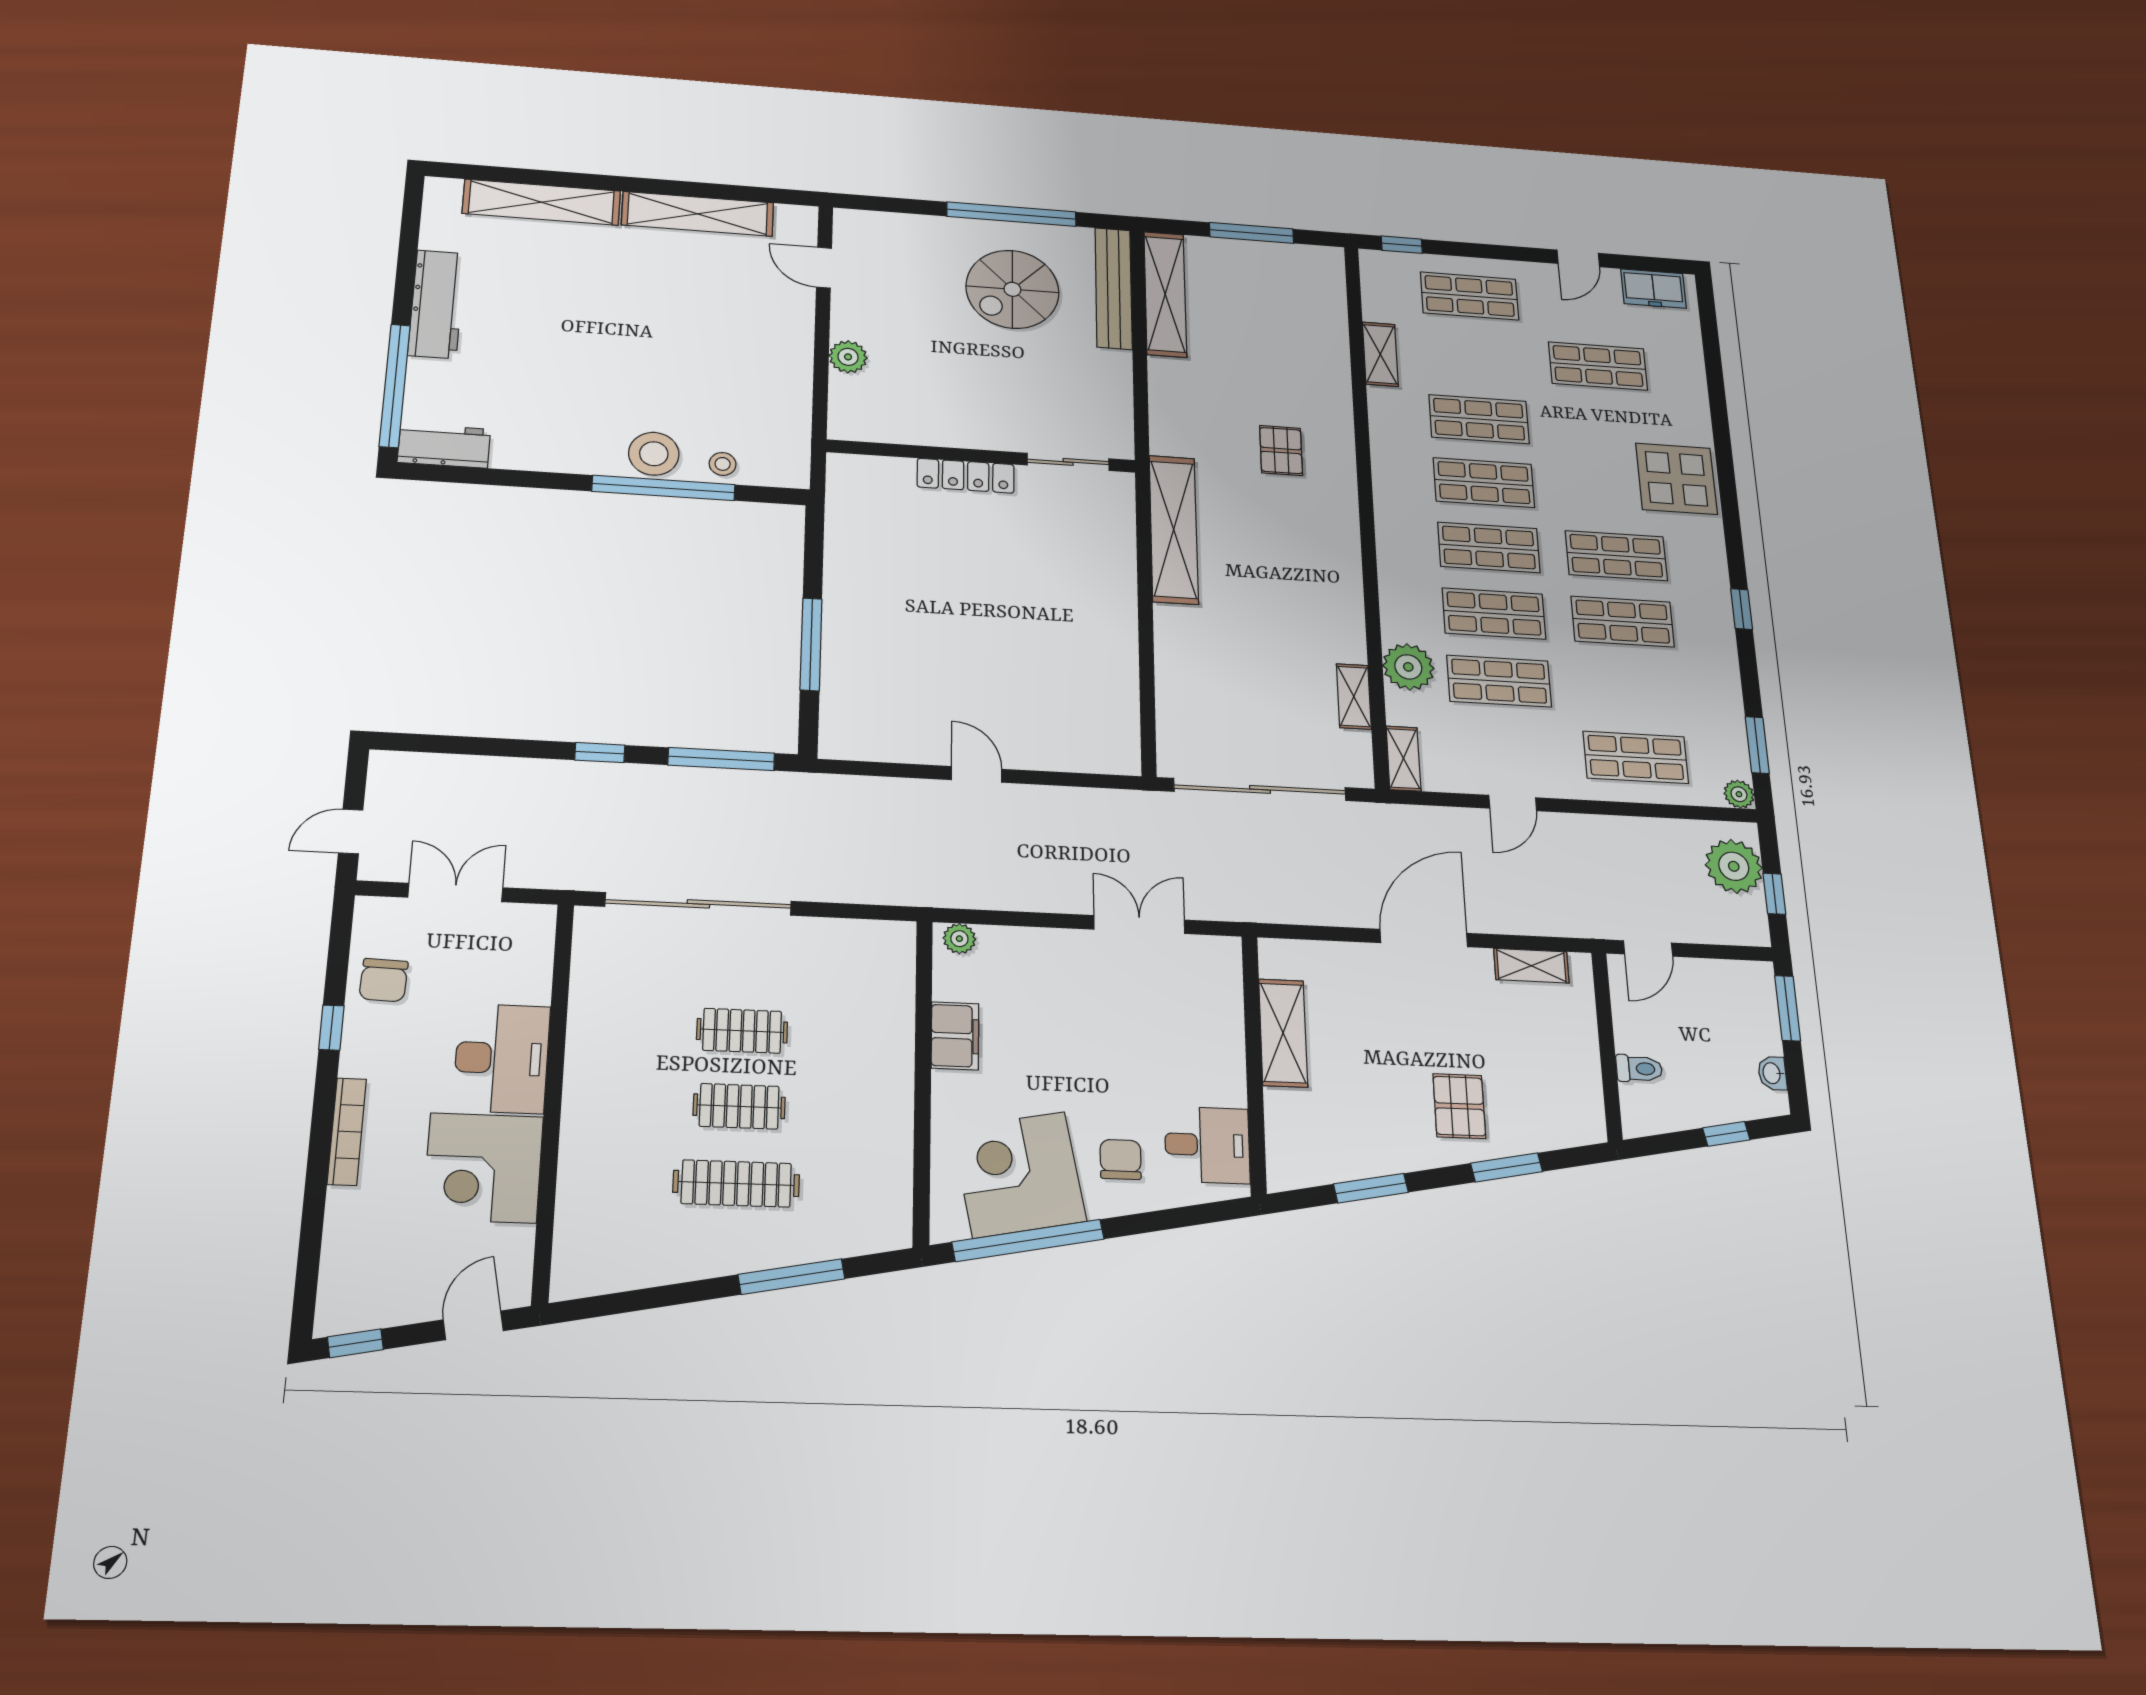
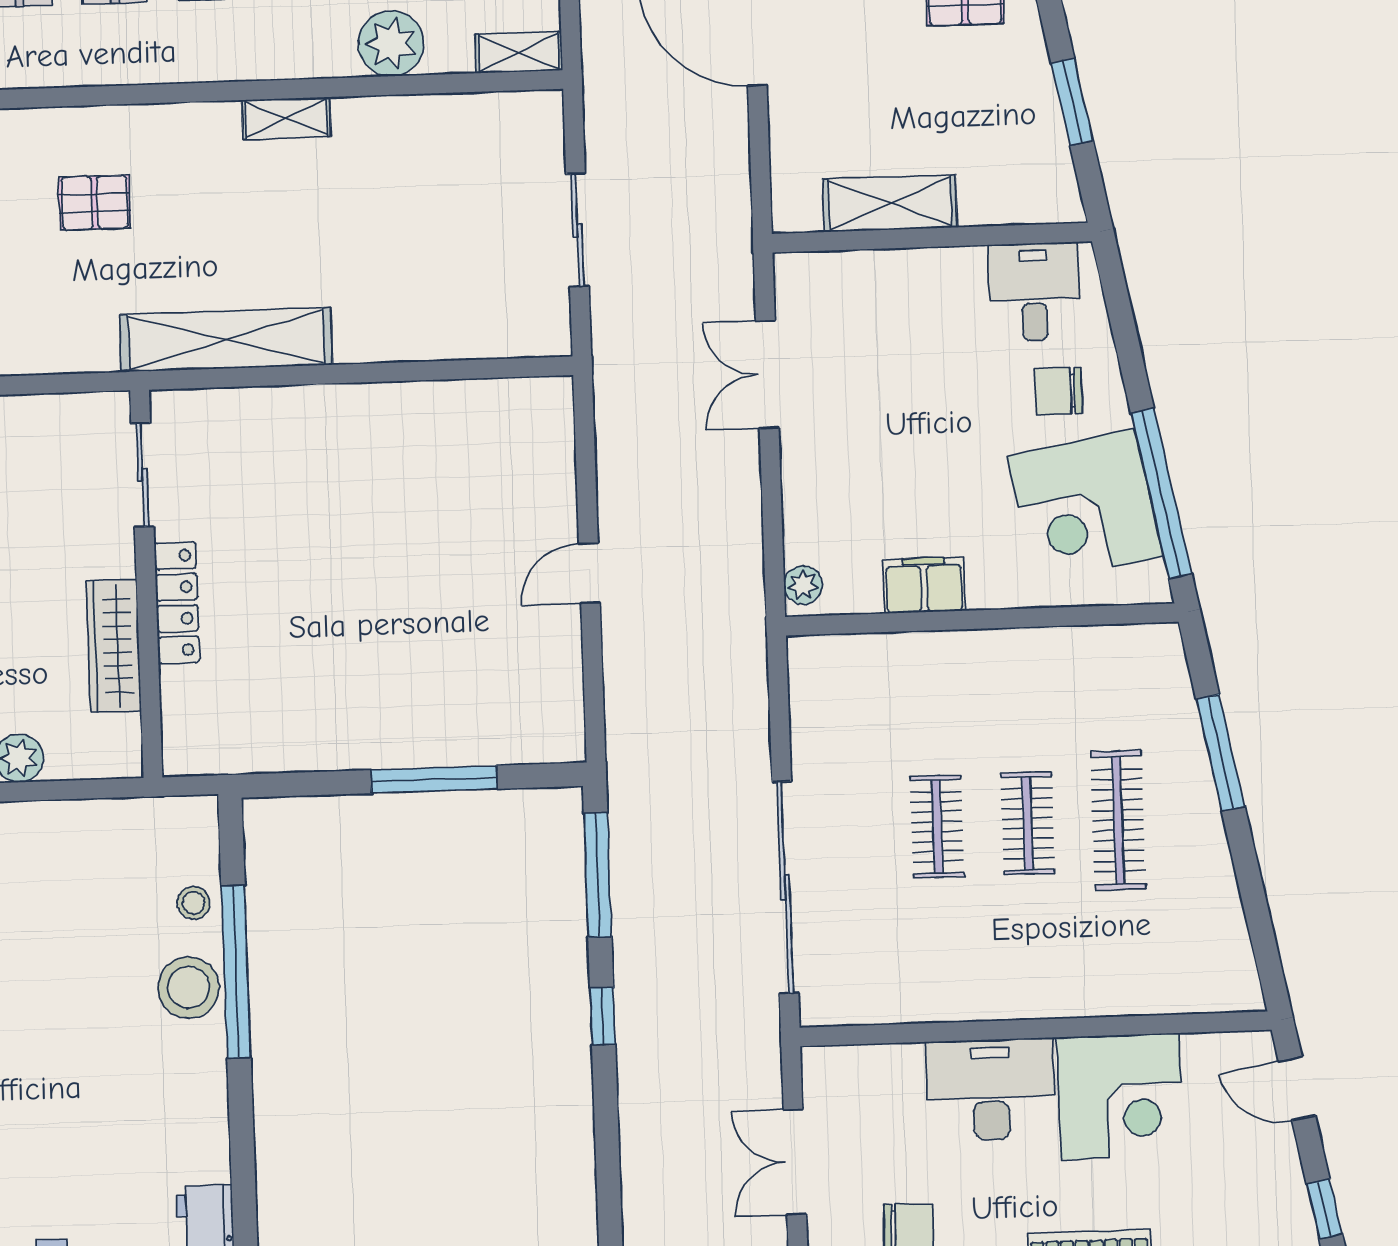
wardrobe: (933, 429) -> (114, 646), added
shelving: (1354, 696) -> (286, 118), moved
sliding door: (1260, 789) -> (577, 230), width x0.54

